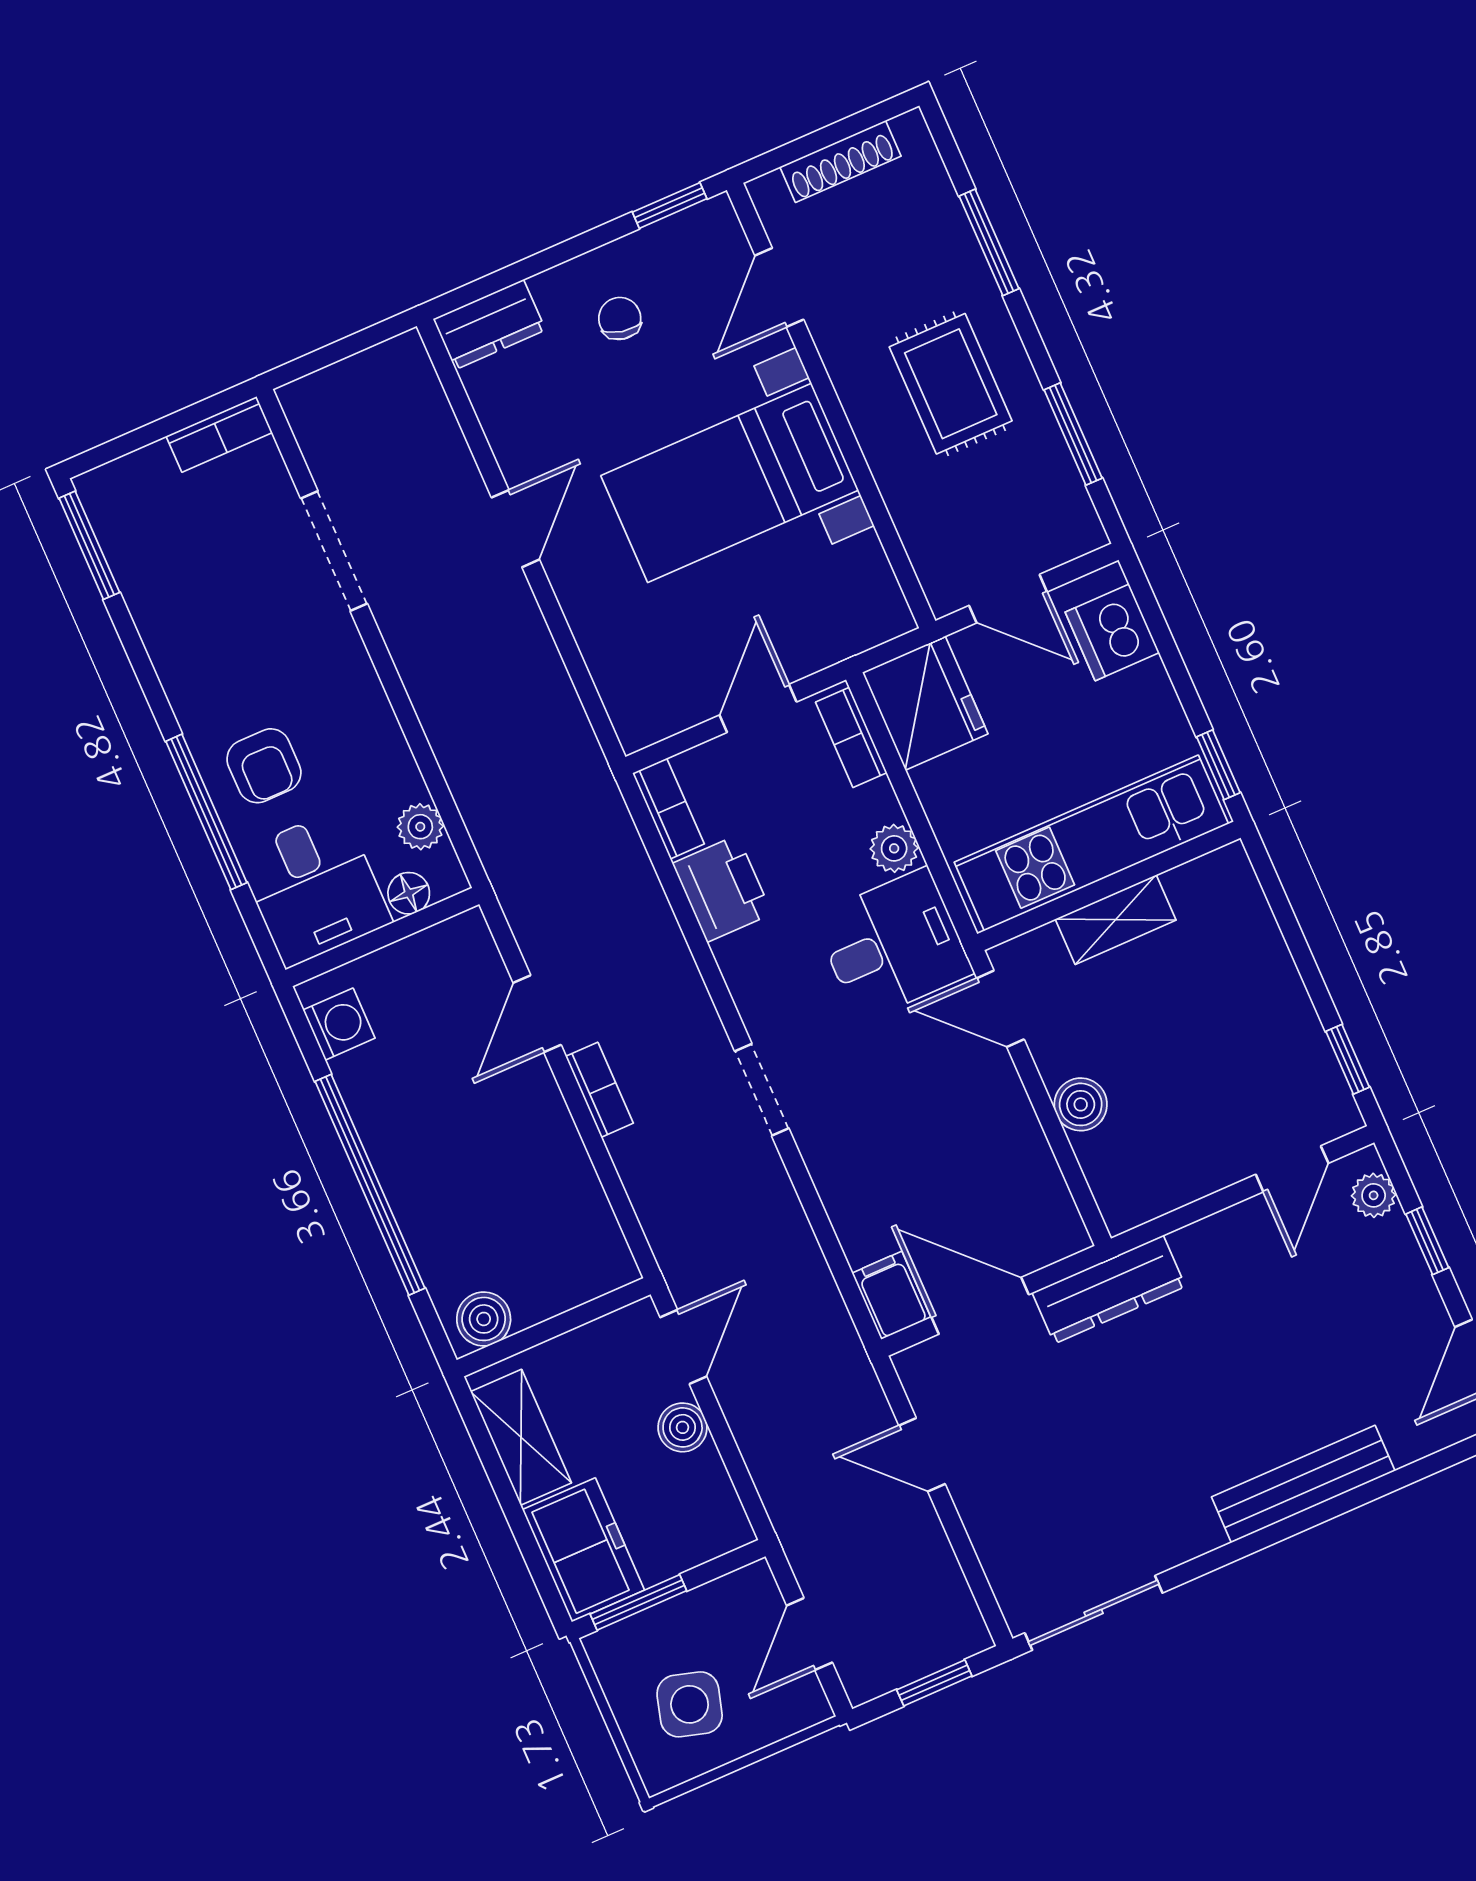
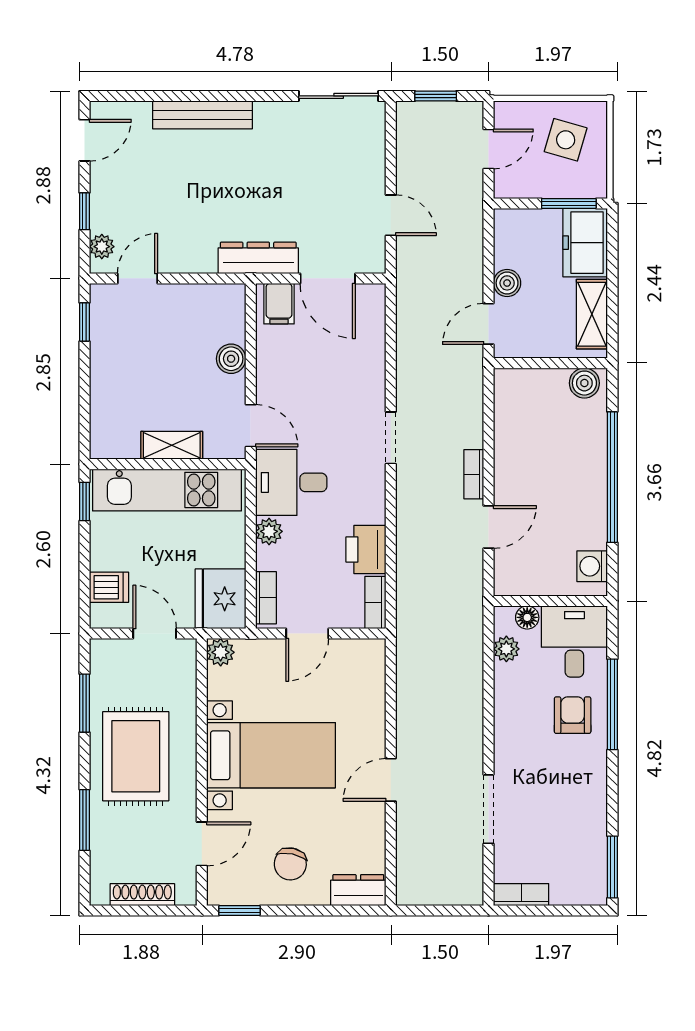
chair: (620, 318) -> (290, 864), width x1.37, depth x1.37
rug: (951, 384) -> (136, 756), width x1.36, depth x1.43
plant: (887, 615) -> (221, 652), added
dishwasher: (1112, 632) -> (109, 587), width x0.73
filing cabinet: (891, 1295) -> (279, 304), moved

